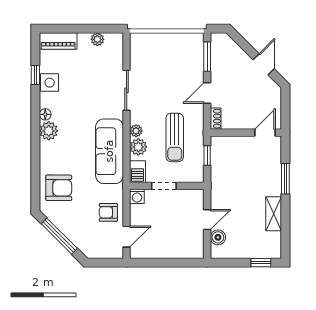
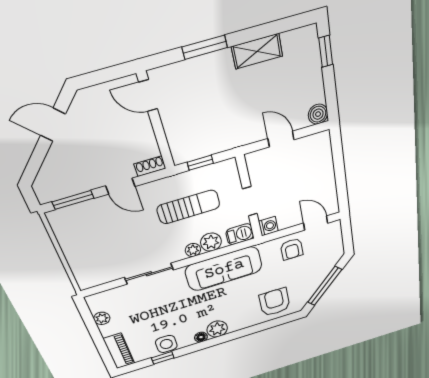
boiler: (218, 237) -> (318, 114), moved

